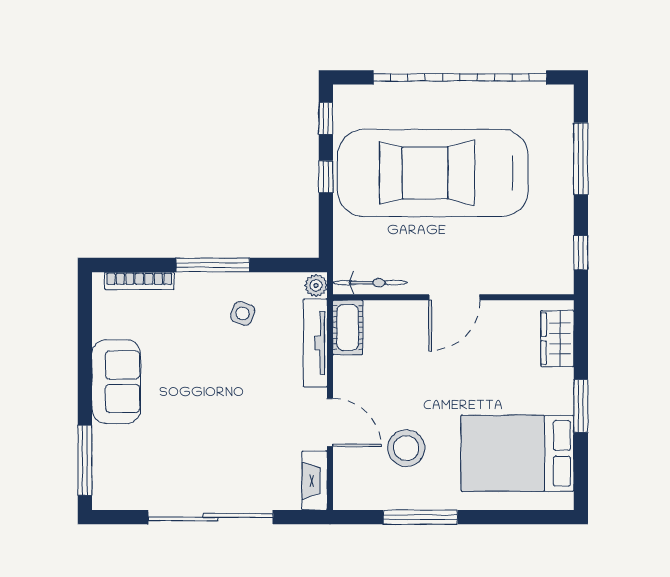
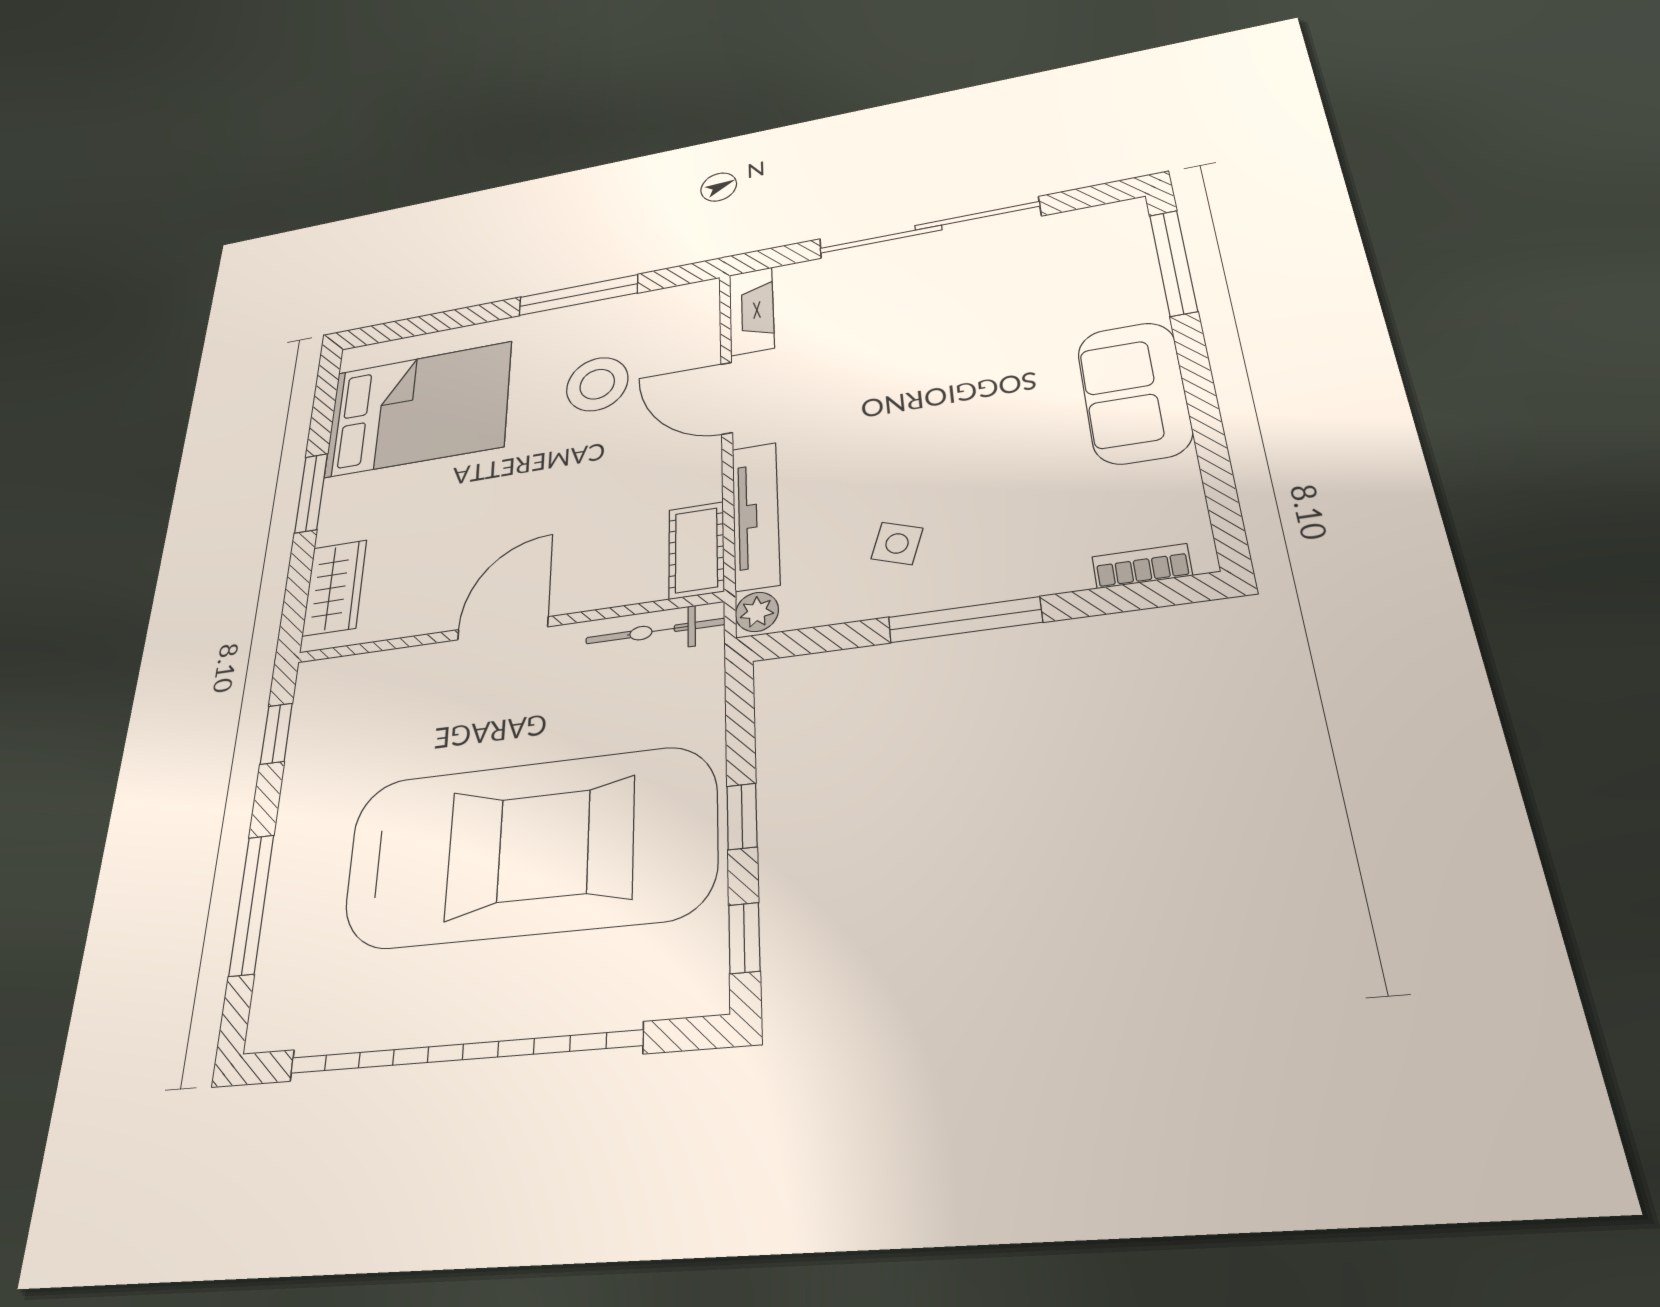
bookcase: (139, 281) -> (1142, 566), width x0.64

